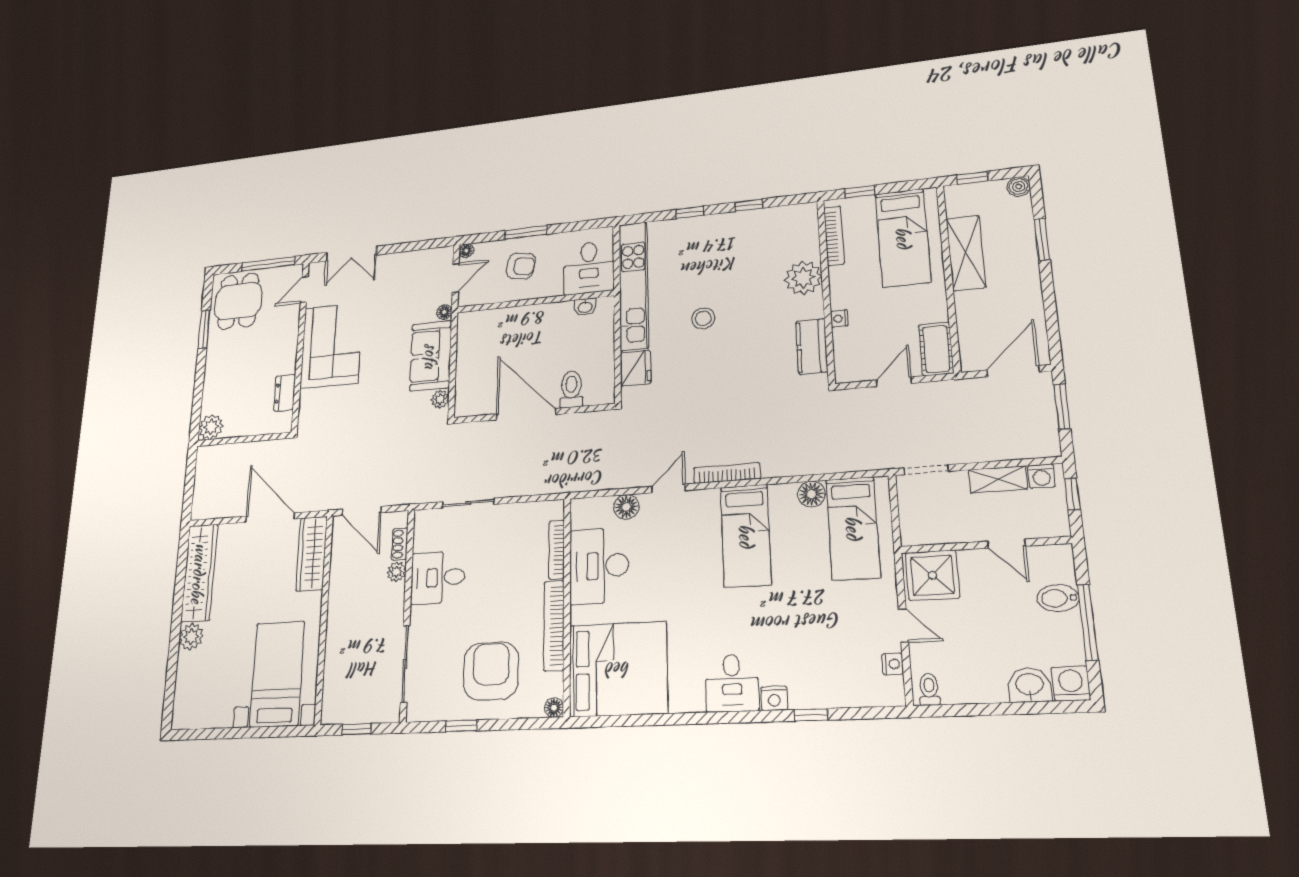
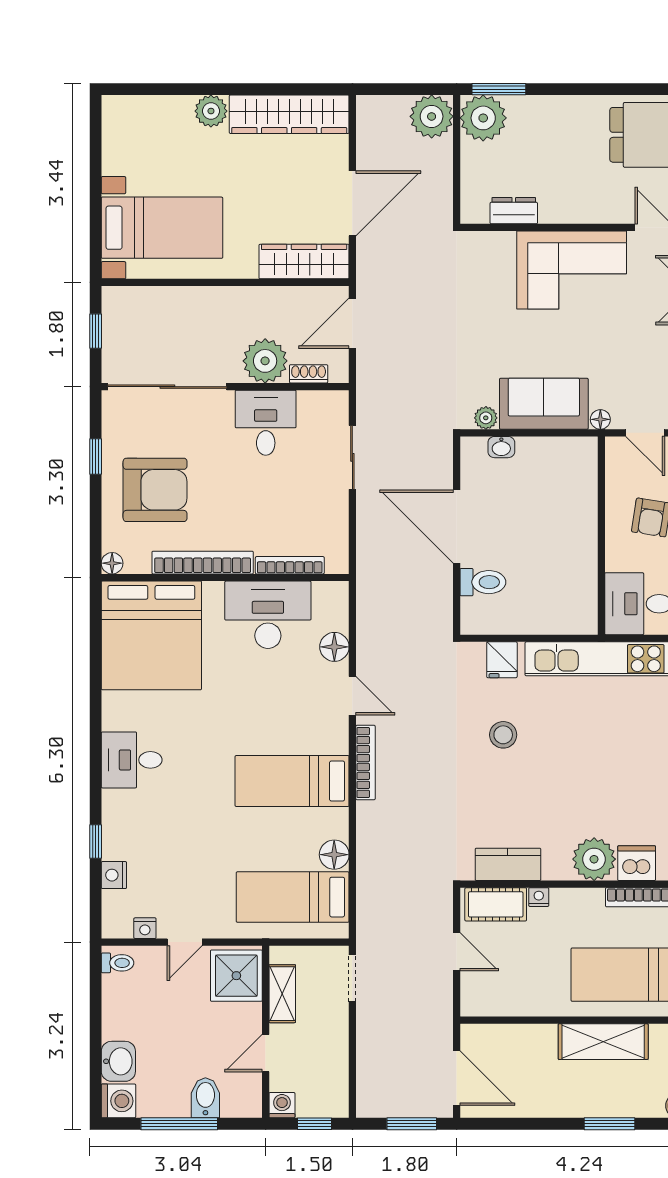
dishwasher: (805, 244) -> (637, 863), added
washbasin: (585, 307) -> (501, 447), moved, turned -90
stool: (703, 318) -> (503, 735), moved
window: (204, 329) -> (499, 89), moved
cot: (936, 349) -> (496, 904), moved
fridge: (636, 368) -> (502, 660), width x0.72
door: (526, 414) -> (457, 527), swing flipped
plant: (211, 427) -> (483, 118), width x1.36, depth x1.36
plant: (211, 461) -> (432, 116), added
washing machine: (1041, 476) -> (282, 1105), moved, turned 90
shelving: (998, 479) -> (282, 994), moved
plant: (397, 572) -> (265, 361), width x1.88, depth x1.88
sliding door: (405, 664) -> (167, 387), width x1.36
nightstand: (774, 698) -> (114, 875), moved

